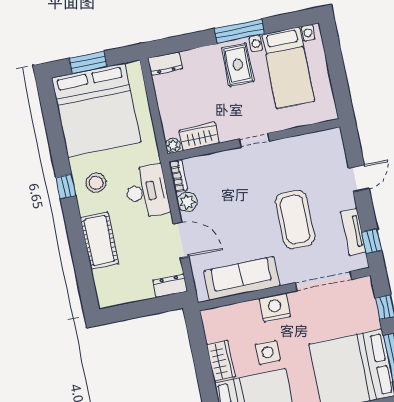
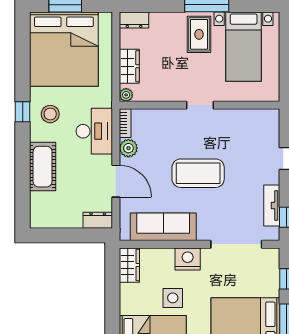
wardrobe: (199, 137) -> (129, 66), moved, turned 90
coffee table: (295, 219) -> (198, 173), moved, turned 90
wardrobe: (221, 361) -> (129, 265), moved

